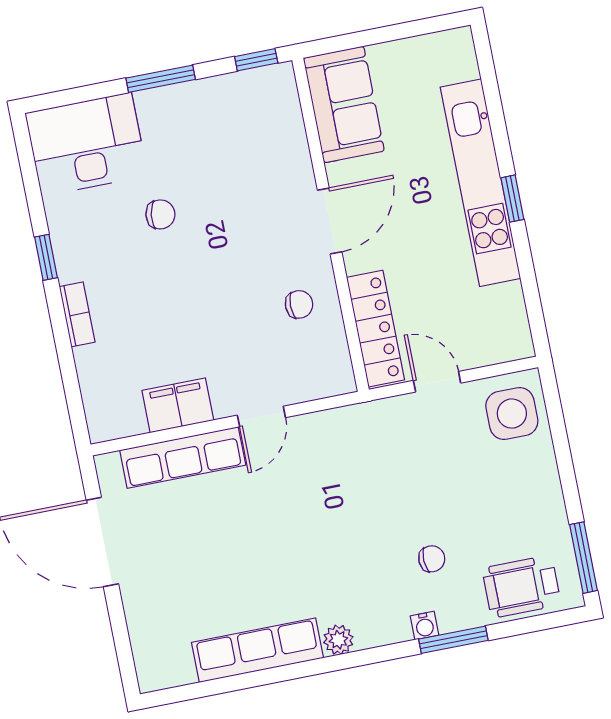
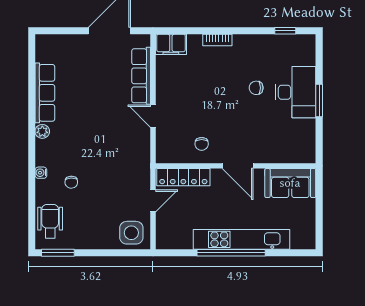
window: (256, 60) -> (319, 147), removed
desk: (86, 144) -> (295, 92), moved
window: (512, 199) -> (231, 253), width x3.17
chair: (160, 214) -> (256, 88), turned 82
window: (46, 257) -> (285, 31), moved
filing cabinet: (178, 405) -> (171, 44), moved, turned 90
window: (453, 640) -> (32, 185), removed

